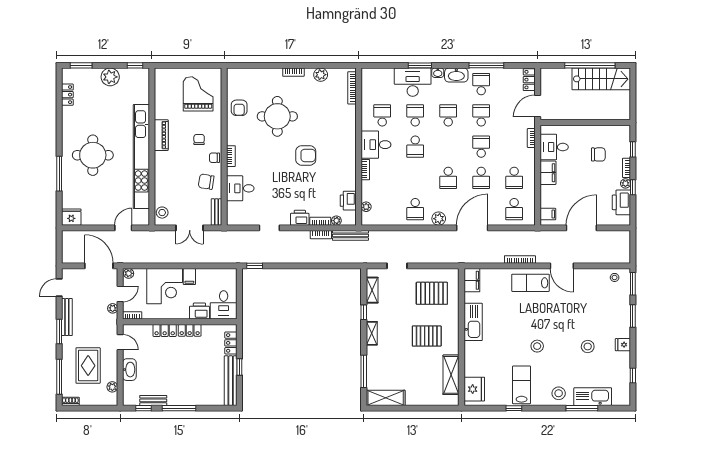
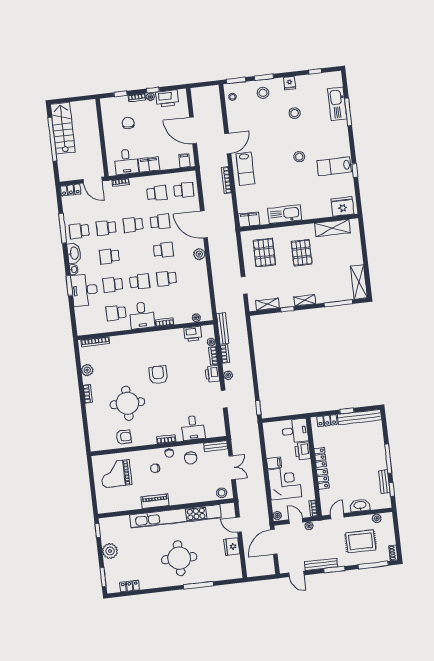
school desk: (415, 209) -> (167, 278), moved, turned 180
fridge: (71, 217) -> (232, 547), moved
plant: (296, 236) -> (228, 375), added
stool: (559, 393) -> (263, 93), moved

